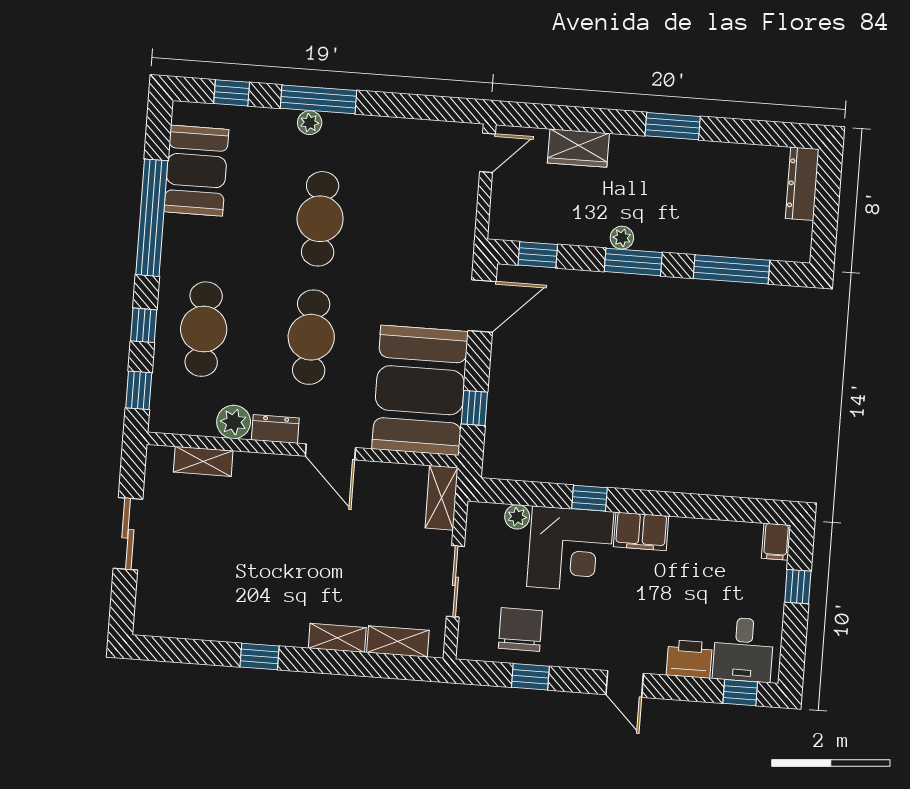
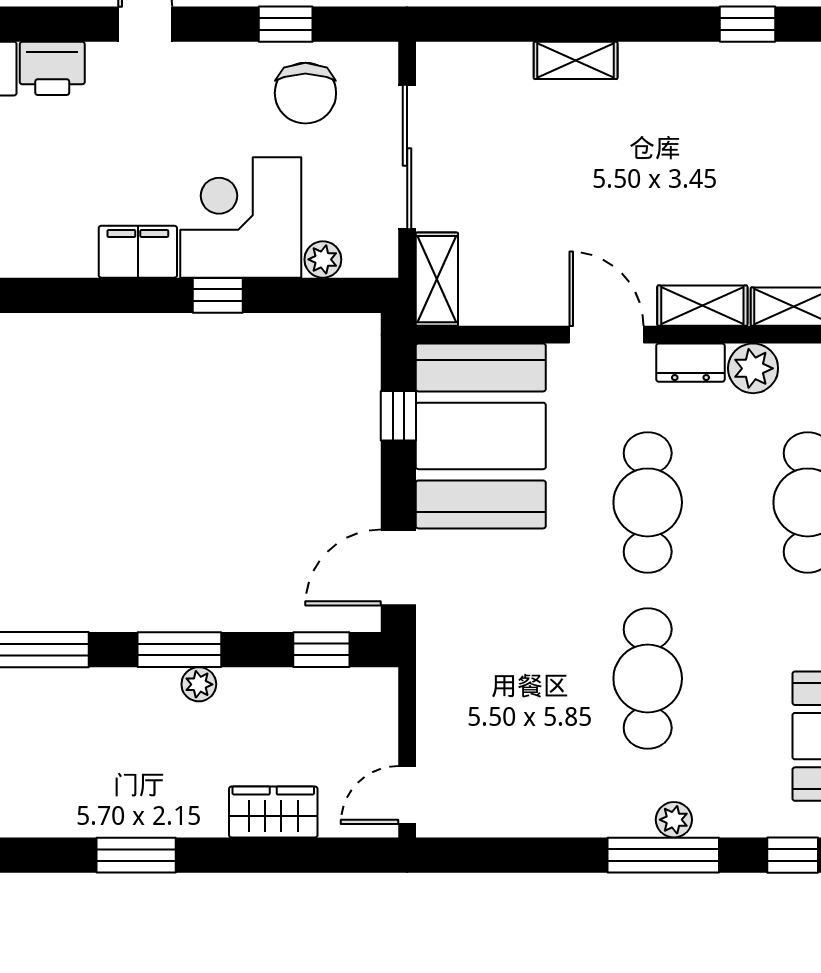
sliding door: (455, 581) -> (407, 157), width x1.37
shelving: (398, 641) -> (702, 306), moved
window: (260, 656) -> (747, 24), moved

